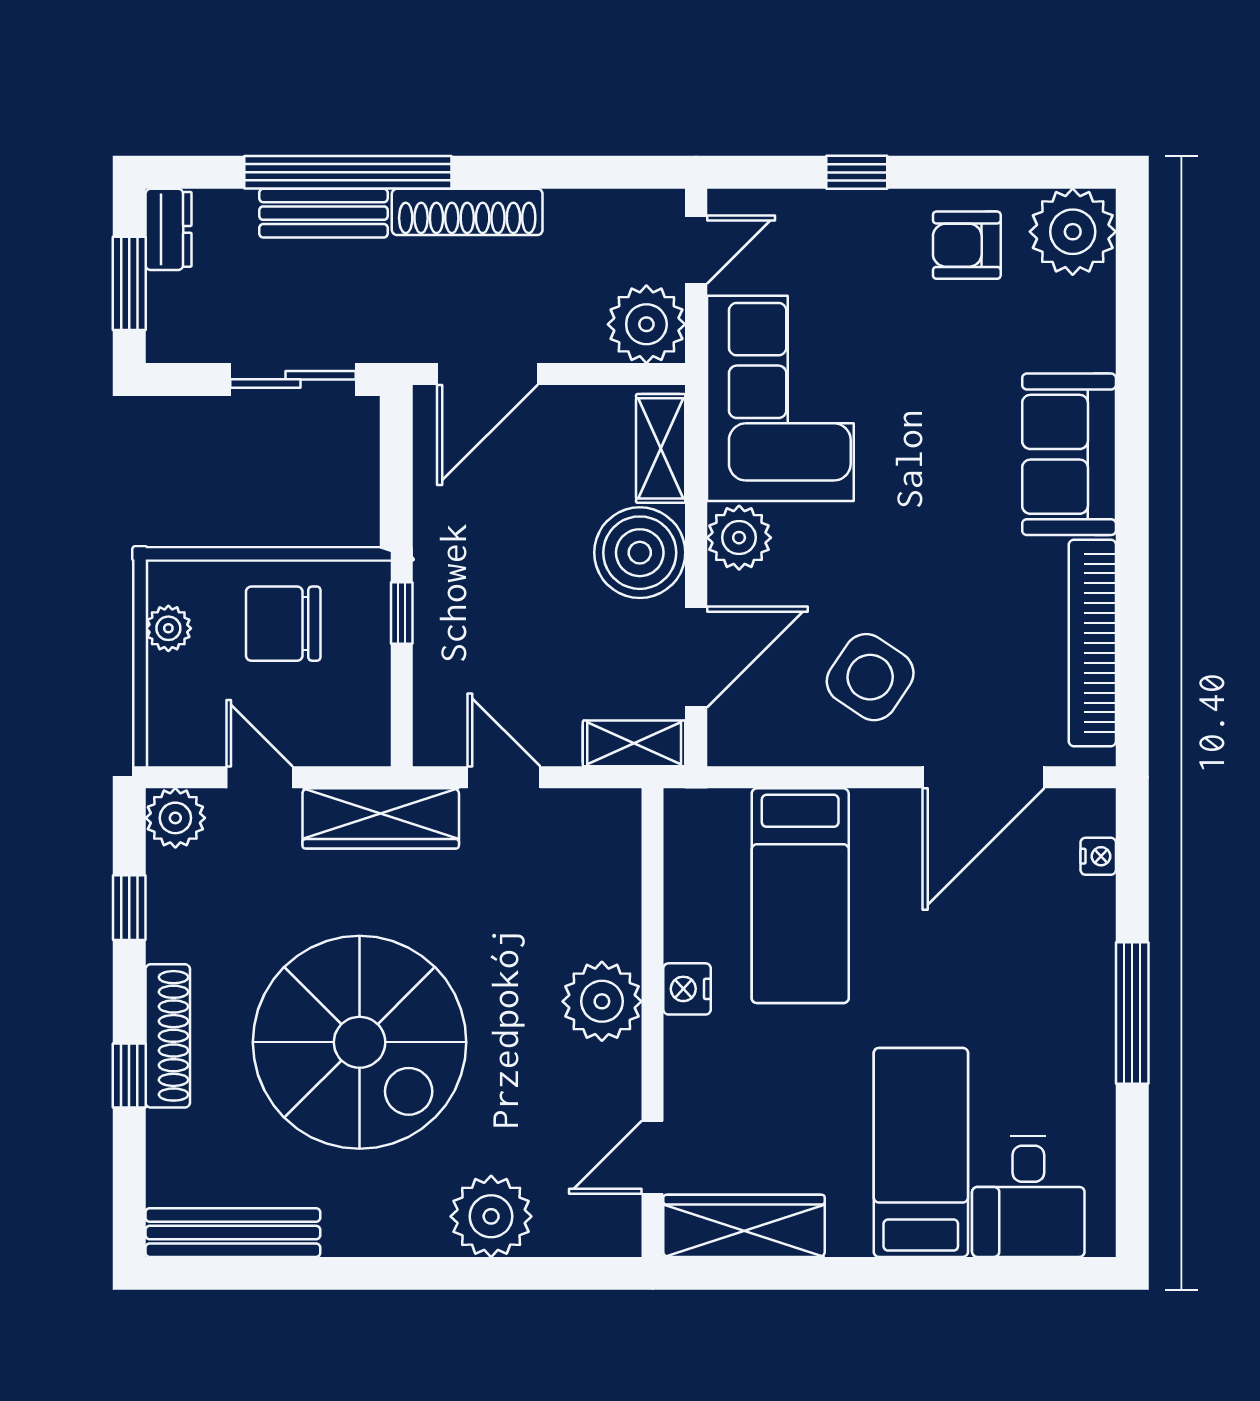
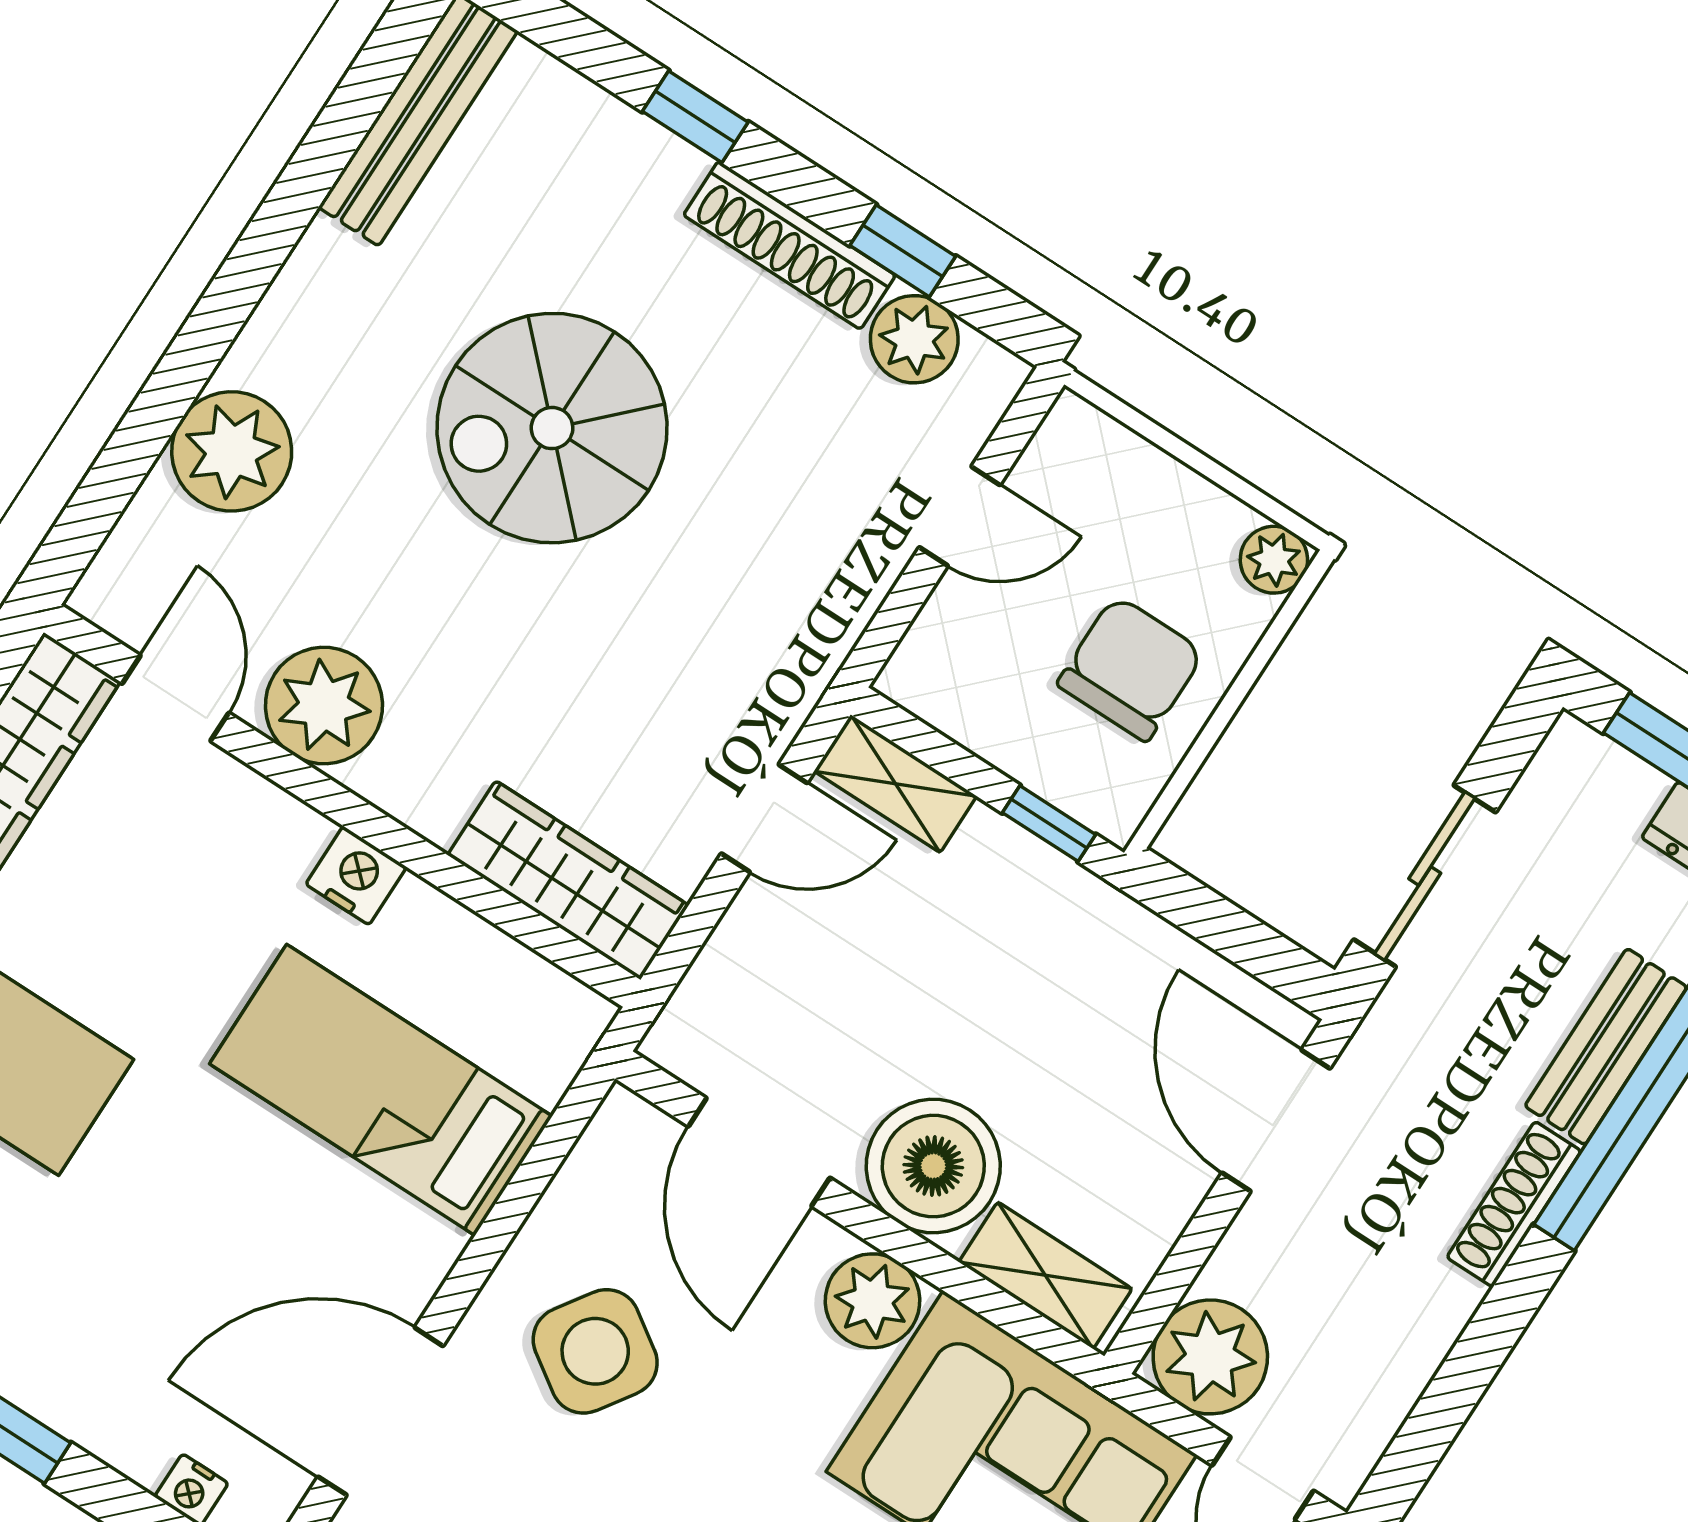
shoe rack: (467, 212) -> (1514, 1204), width x0.74, depth x0.81
plant: (168, 628) -> (1274, 560), moved
shelving: (634, 743) -> (895, 784), moved, turned 90
door: (983, 777) -> (381, 1411), hinge flipped
plant: (175, 818) -> (914, 339), moved
wardrobe: (381, 818) -> (568, 880), moved, turned 90
plant: (602, 1001) -> (324, 706), moved
shoe rack: (168, 1036) -> (789, 245), moved
spiral stairs: (360, 1042) -> (552, 428), width x0.73, depth x0.73

